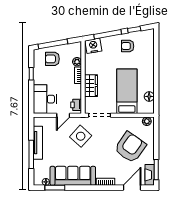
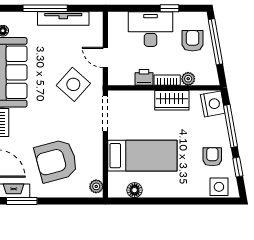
side table: (147, 42) -> (219, 187), added
wardrobe: (91, 86) -> (172, 100), moved
desk: (45, 99) -> (151, 29), moved
printer: (76, 105) -> (144, 77), moved
armchair: (130, 147) -> (56, 161), turned 130

